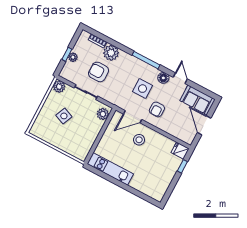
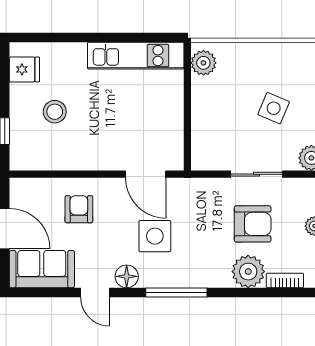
armchair: (157, 109) -> (79, 209), moved
plant: (103, 114) -> (203, 63), moved
door: (133, 117) -> (146, 174), swing flipped
stool: (139, 140) -> (55, 112), moved
fridge: (180, 151) -> (24, 69), moved

